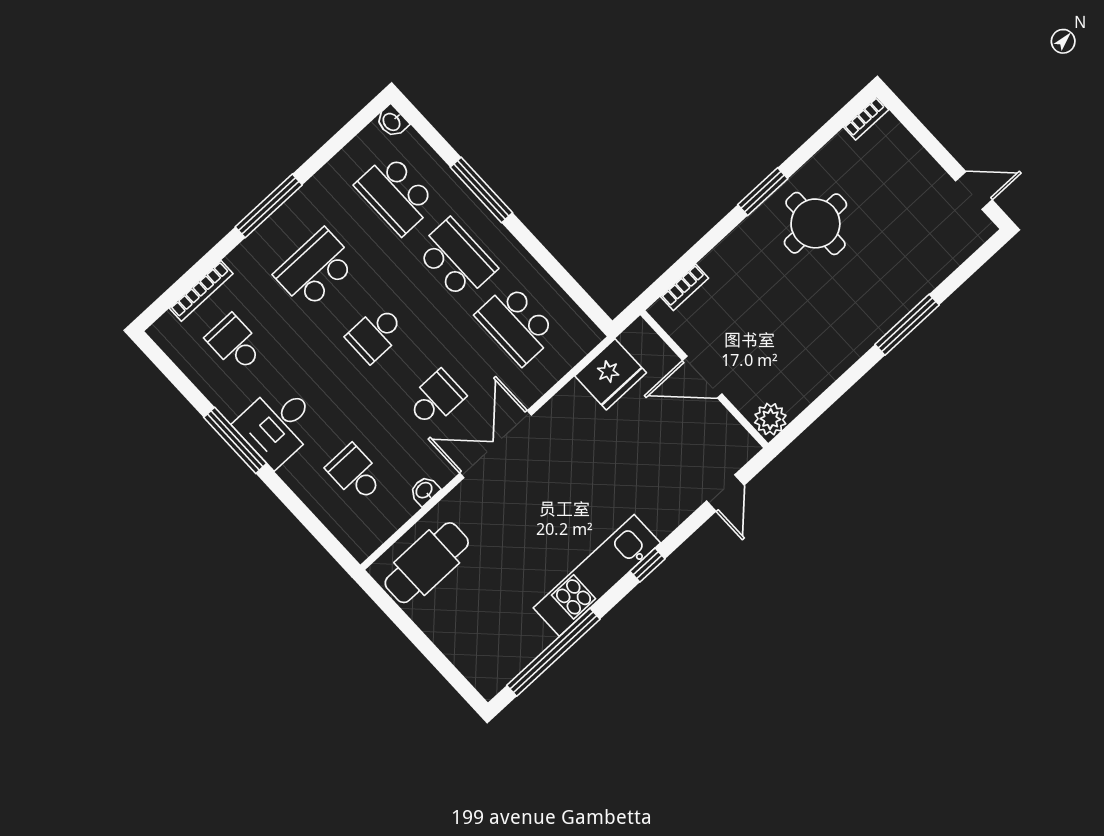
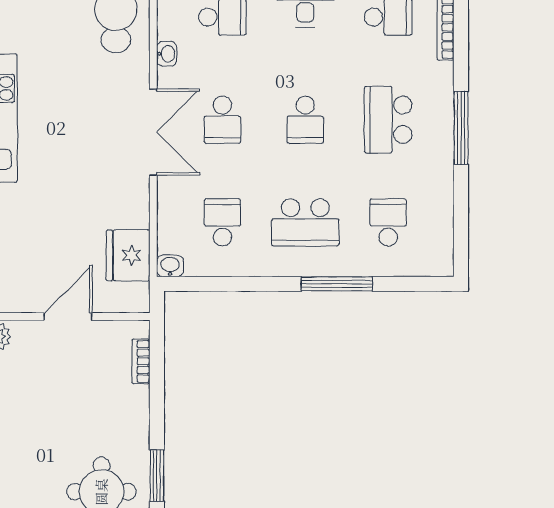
washbasin: (392, 121) -> (170, 266), moved
school desk: (396, 194) -> (388, 222), width x0.54
school desk: (315, 269) -> (388, 120), turned 180
school desk: (516, 324) -> (222, 222), width x0.54
school desk: (376, 334) -> (305, 120), turned 180

